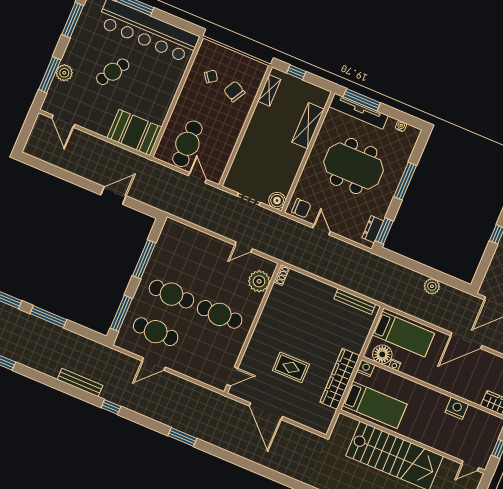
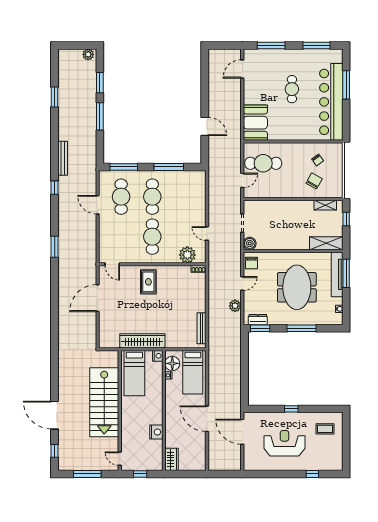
cafe table: (113, 72) -> (292, 89), turned 57
plant: (64, 73) -> (277, 55), removed
shelving: (308, 126) -> (326, 243), moved
plant: (432, 286) -> (235, 306), moved
rug: (291, 367) -> (148, 282), moved

